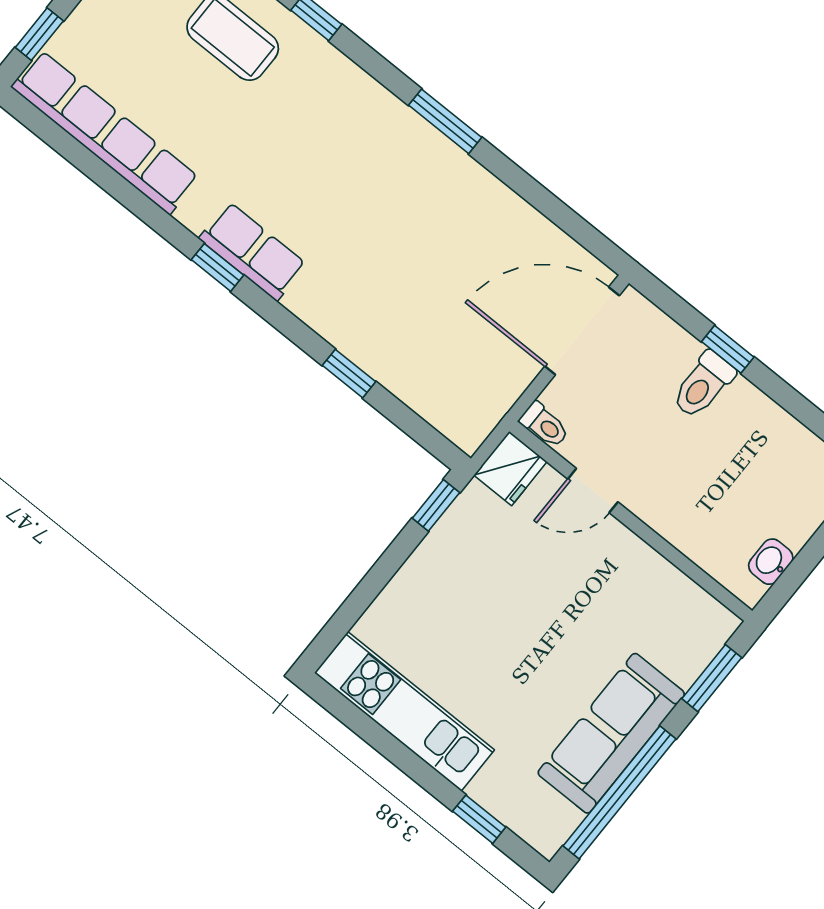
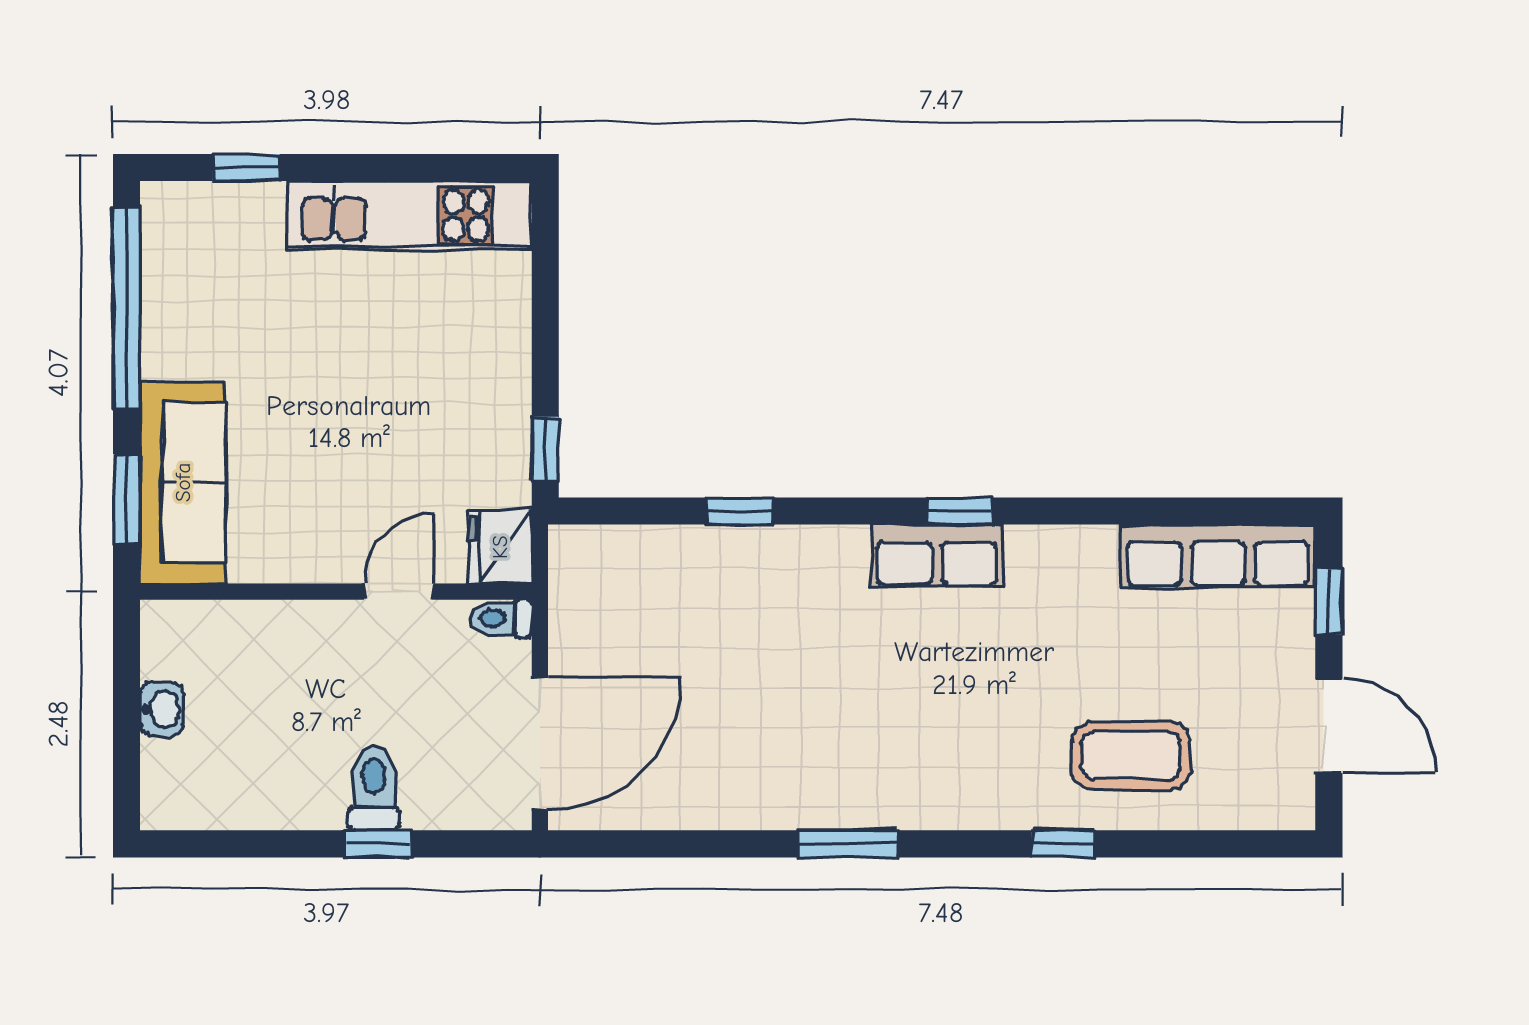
row of seats: (105, 132) -> (1218, 556), width x0.73
washbasin: (771, 562) -> (162, 709), moved
sofa: (611, 733) -> (183, 482), moved

